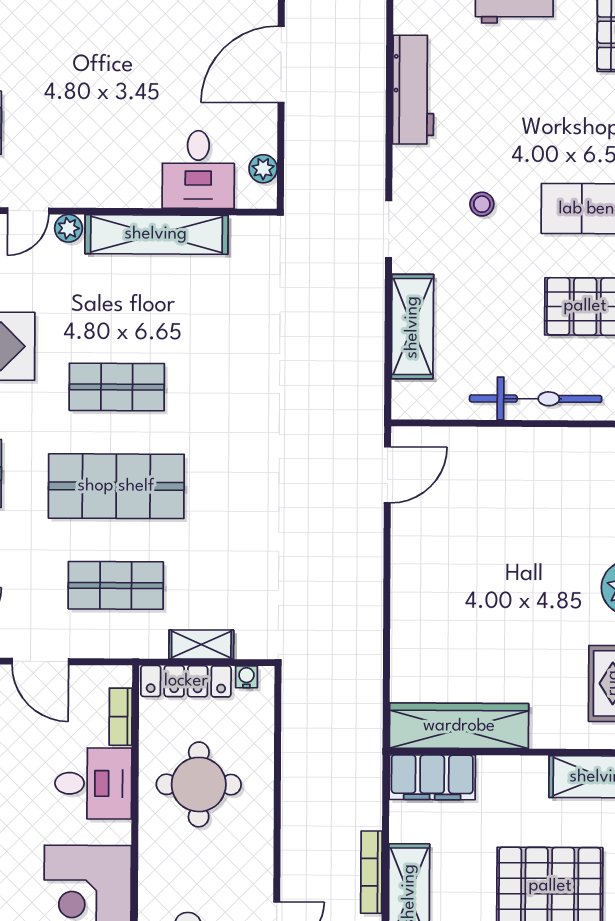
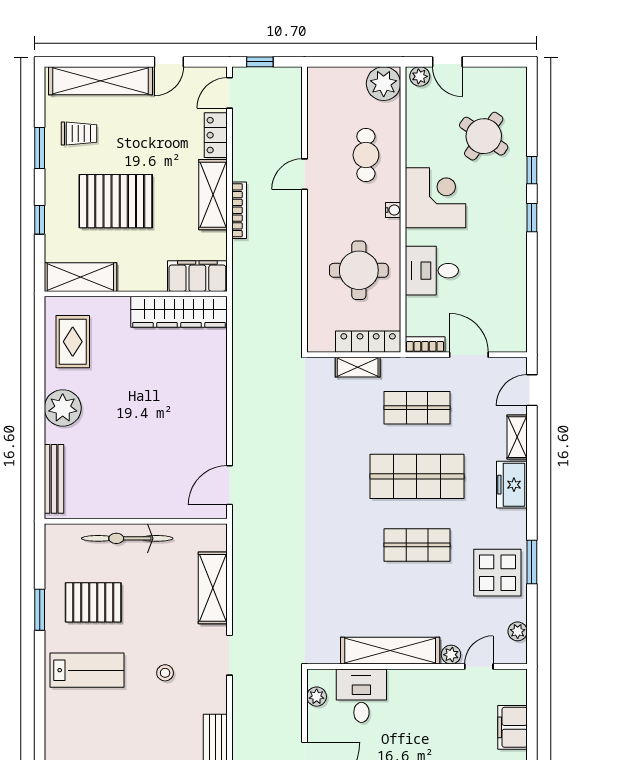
water cooler: (246, 677) -> (393, 210), moved, turned -90
bookcase: (121, 717) -> (425, 345), moved, turned -90

